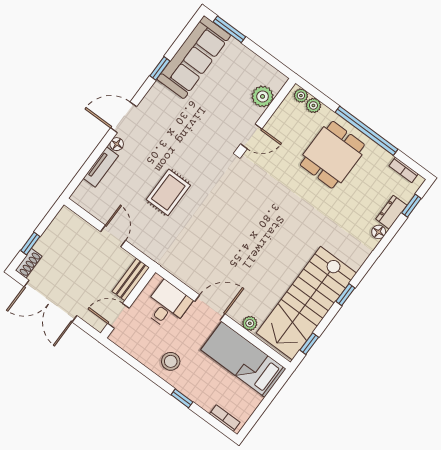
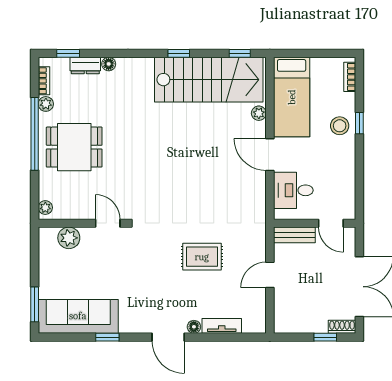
plant: (313, 105) -> (46, 104), moved
stool: (171, 361) -> (340, 126), moved

